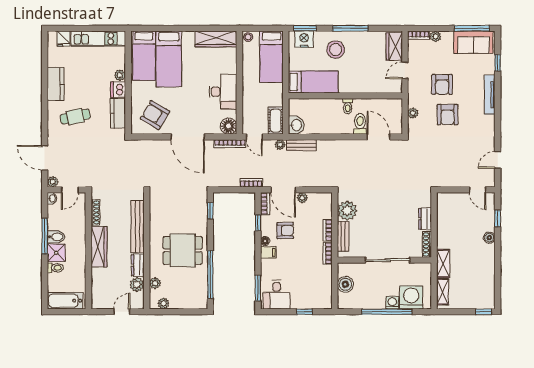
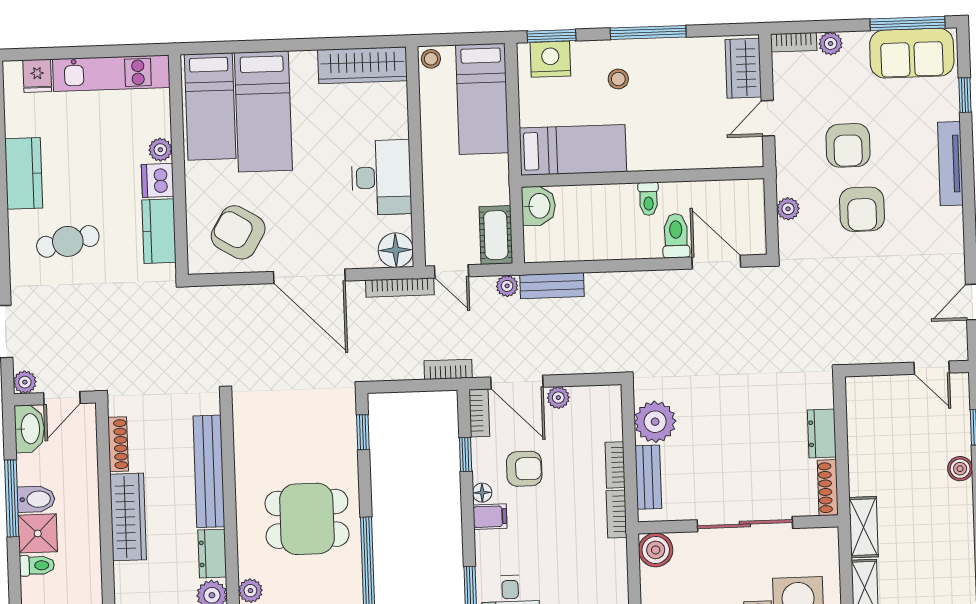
stool: (336, 50) -> (618, 79), width x0.53, depth x0.53
washbasin: (296, 125) -> (539, 206), moved
washbasin: (52, 198) -> (29, 429), width x1.91, depth x1.45
boiler: (345, 284) -> (656, 550), moved

